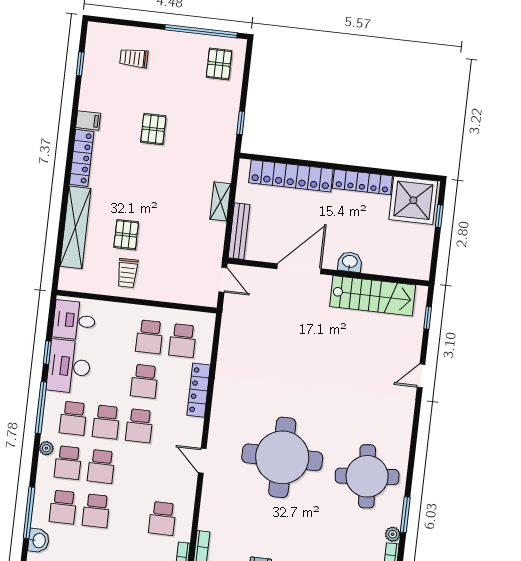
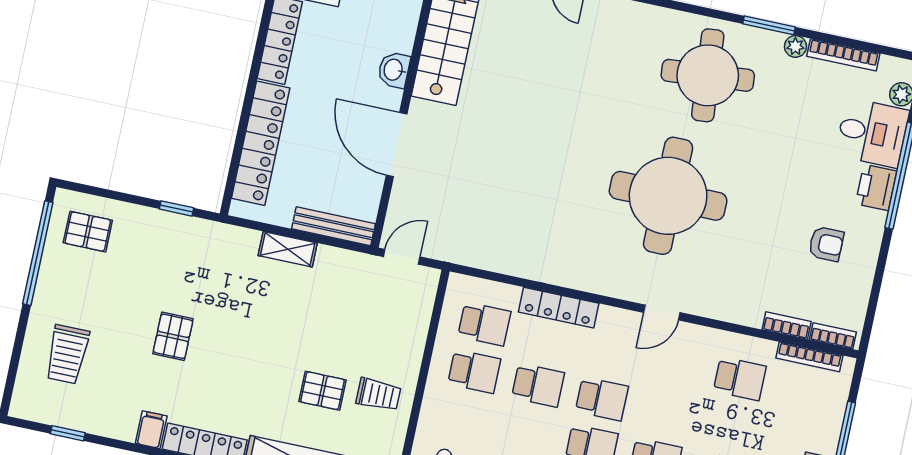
trolley: (134, 58) -> (67, 354), width x1.36, depth x1.39
pallet: (153, 129) -> (173, 336), turned 90

